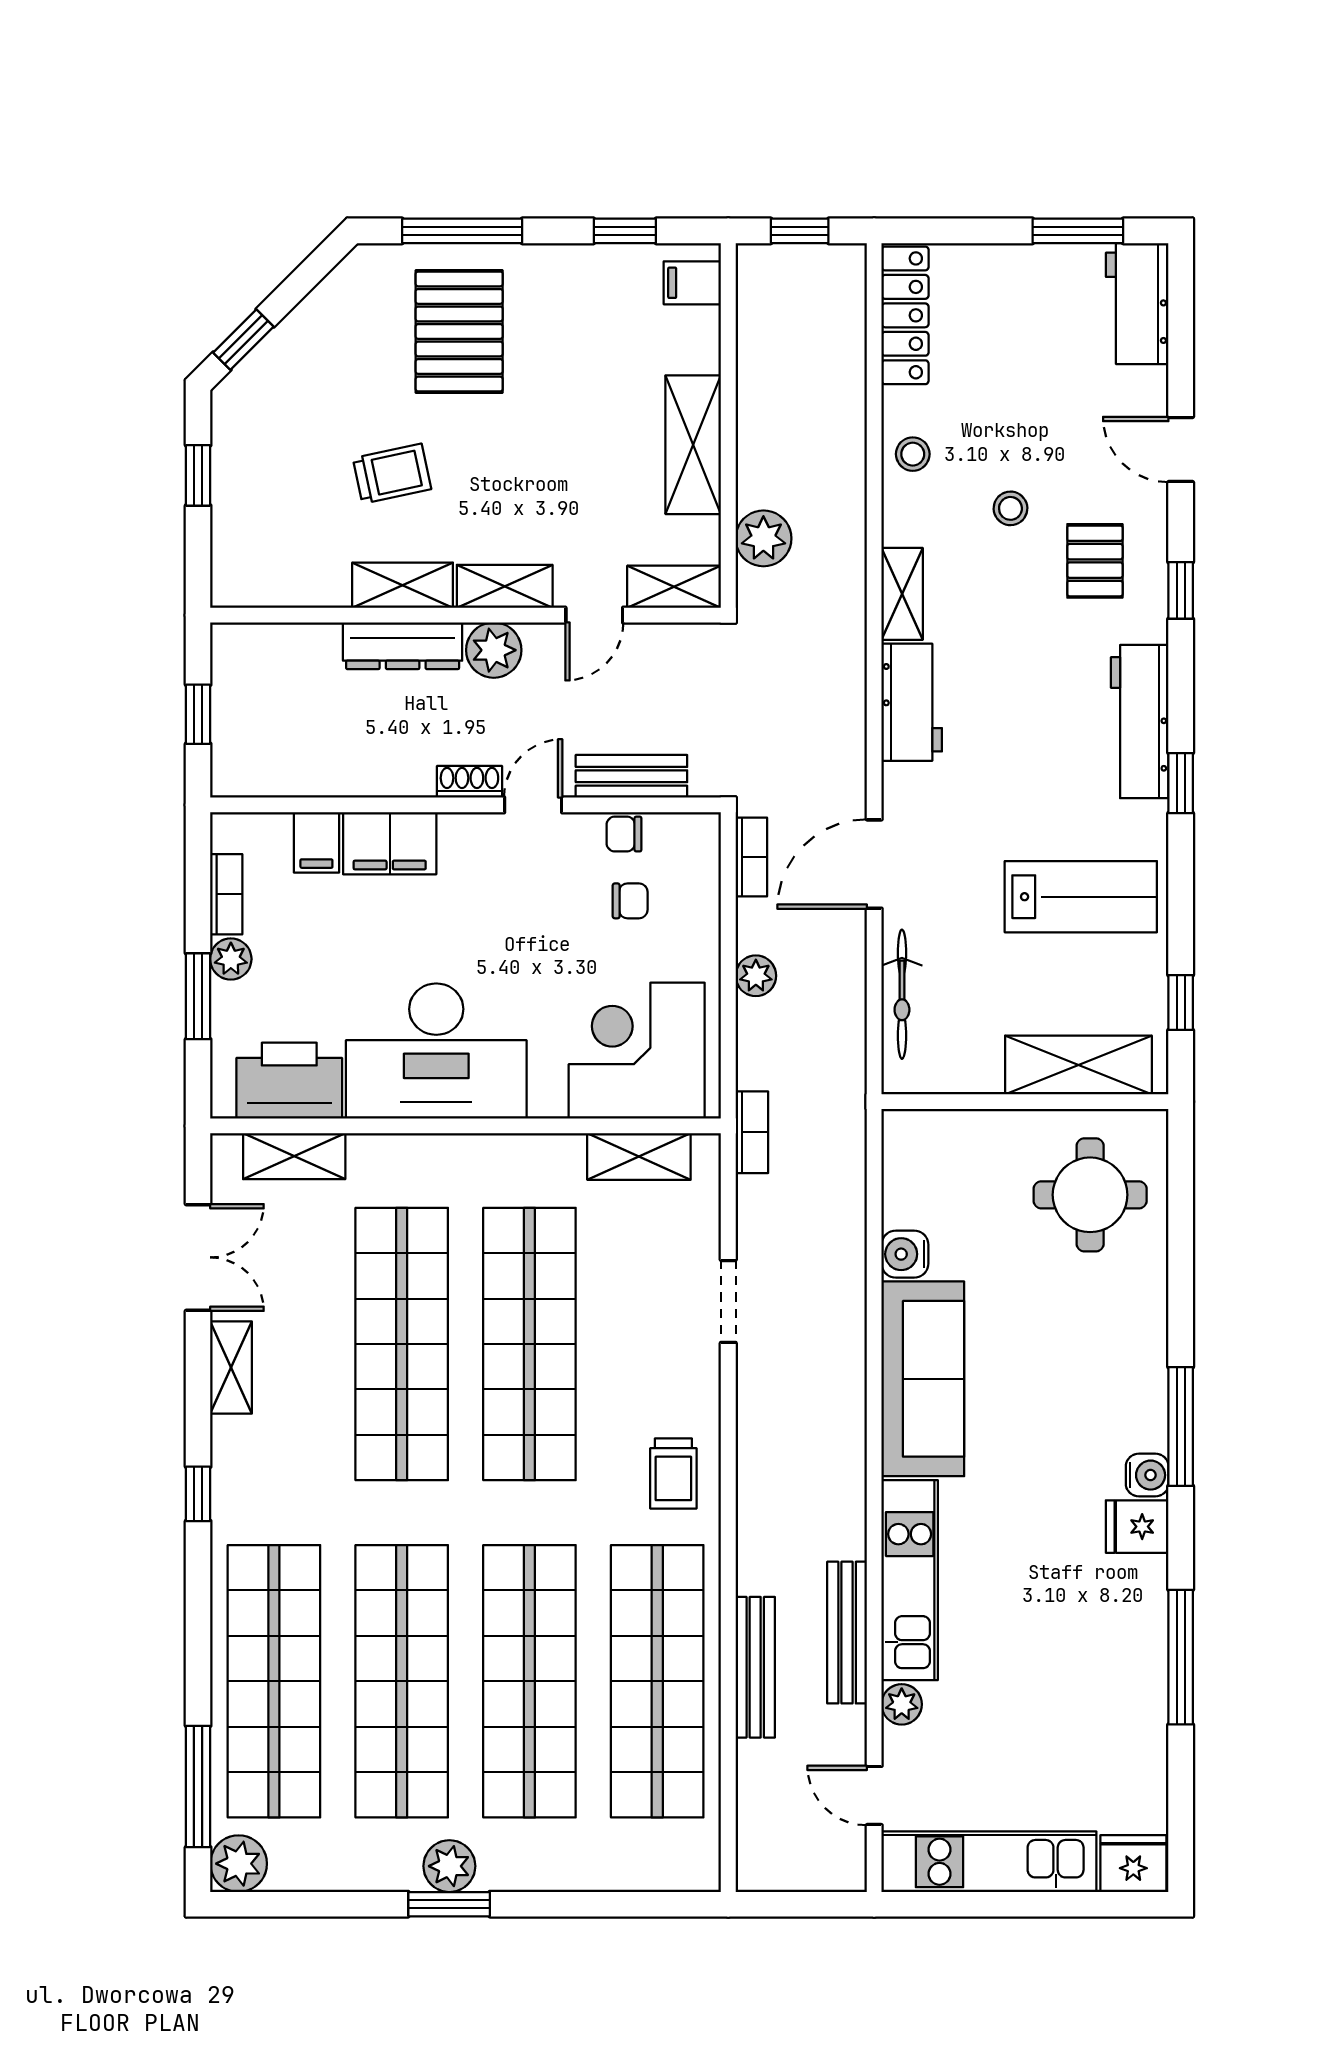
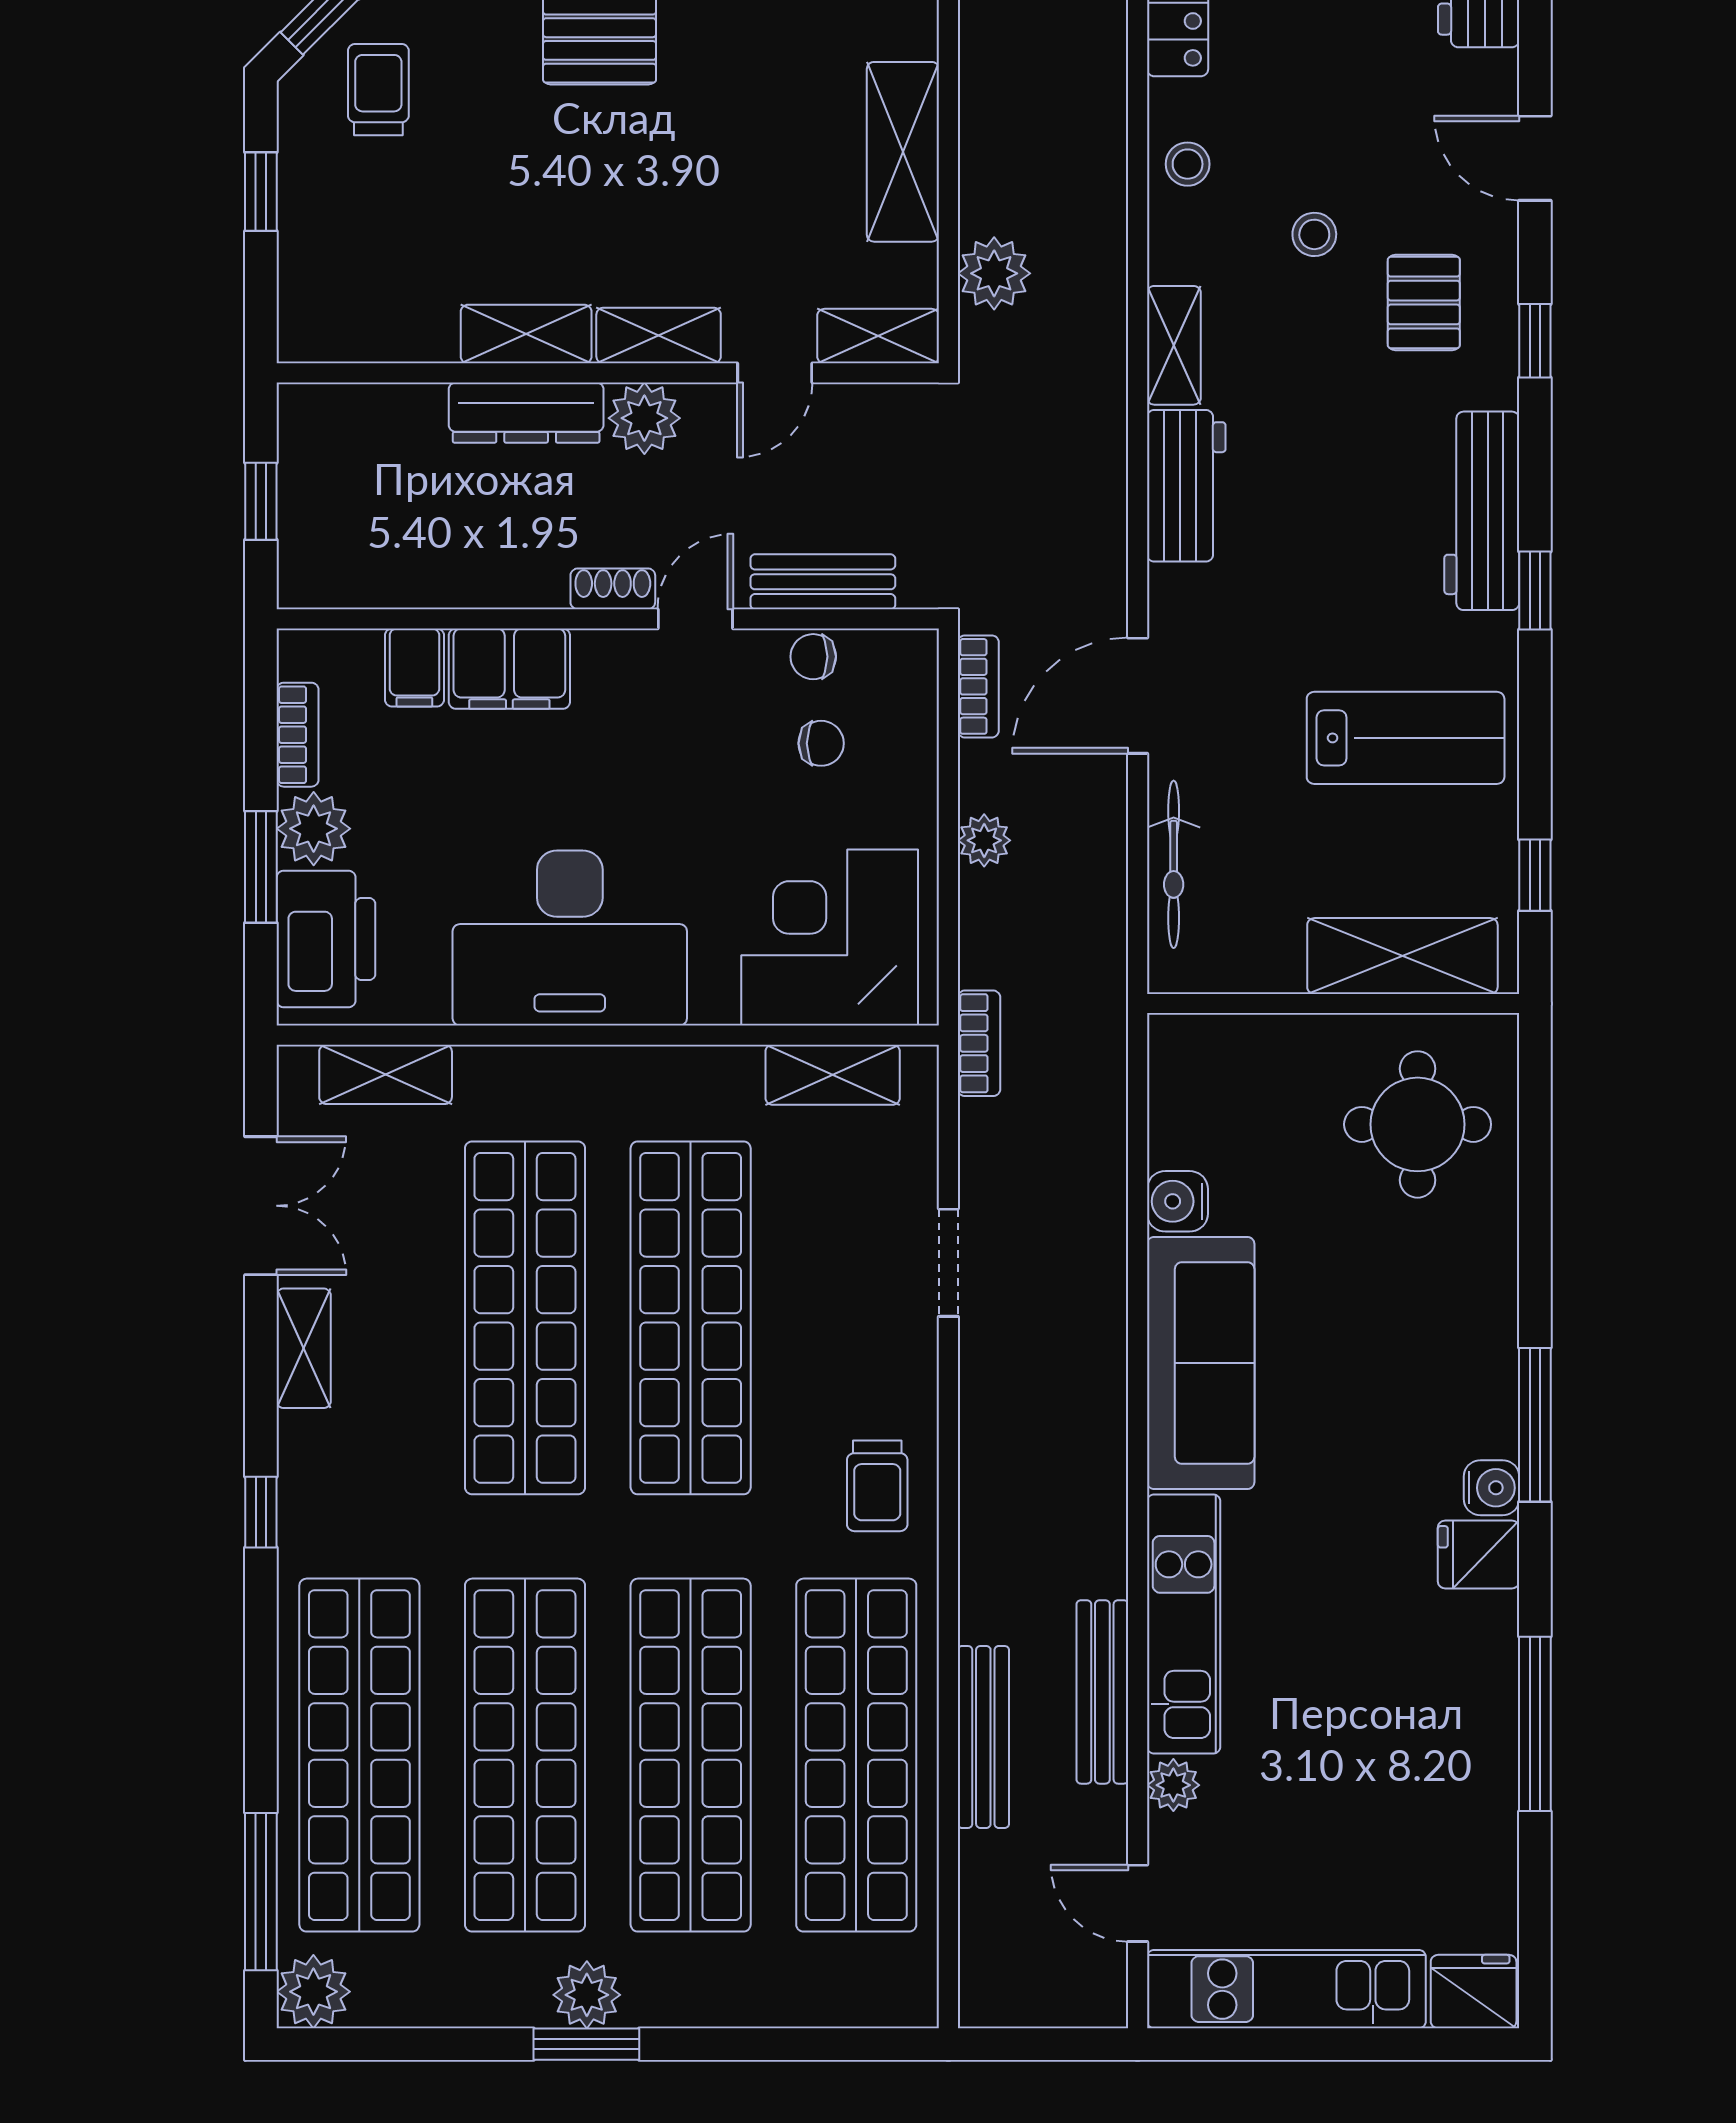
trolley: (392, 474) -> (378, 90), moved, turned -78
plant: (231, 959) -> (314, 829), width x1.38, depth x1.38
printer: (289, 1081) -> (326, 939), moved, turned 90

